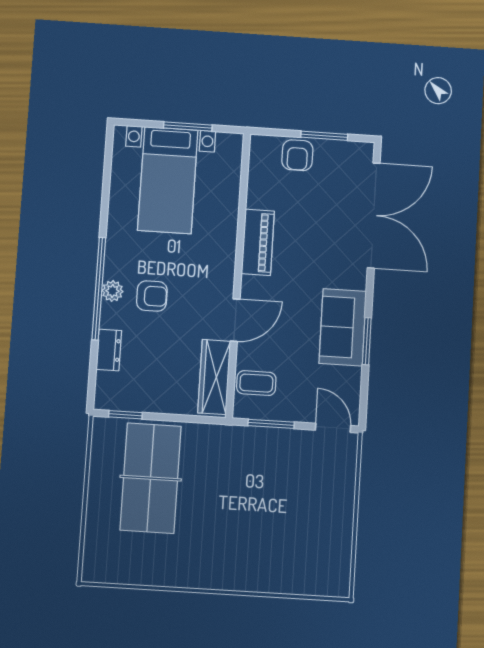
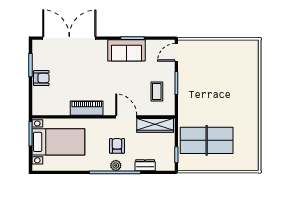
piano: (258, 242) -> (87, 108), moved
wall: (238, 275) -> (103, 117), moved
door: (235, 320) -> (126, 117), moved
wardrobe: (214, 377) -> (155, 125), moved

